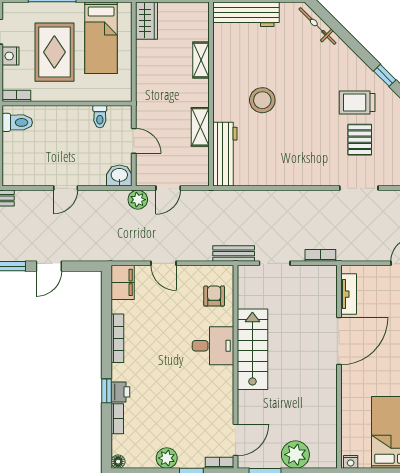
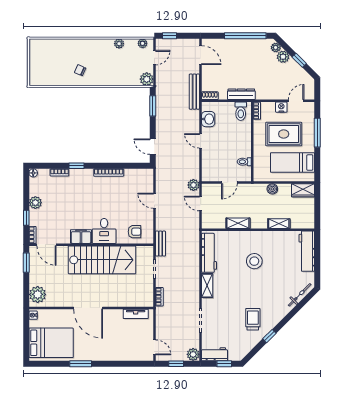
boiler: (144, 71) -> (272, 189), added
pallet: (360, 140) -> (230, 321), removed
workbench: (225, 154) -> (209, 253), moved, turned -90
washbasin: (119, 176) -> (208, 119), moved
shelving: (302, 177) -> (207, 286), added
door: (163, 263) -> (154, 201), hinge flipped
door: (49, 266) -> (153, 147), moved
filing cabinet: (123, 282) -> (81, 237), moved, turned 180
door: (339, 341) -> (88, 308), moved
stairs: (252, 349) -> (102, 260), width x1.36, depth x1.51
printer: (120, 392) -> (76, 174), removed
plant: (295, 455) -> (38, 294), moved

